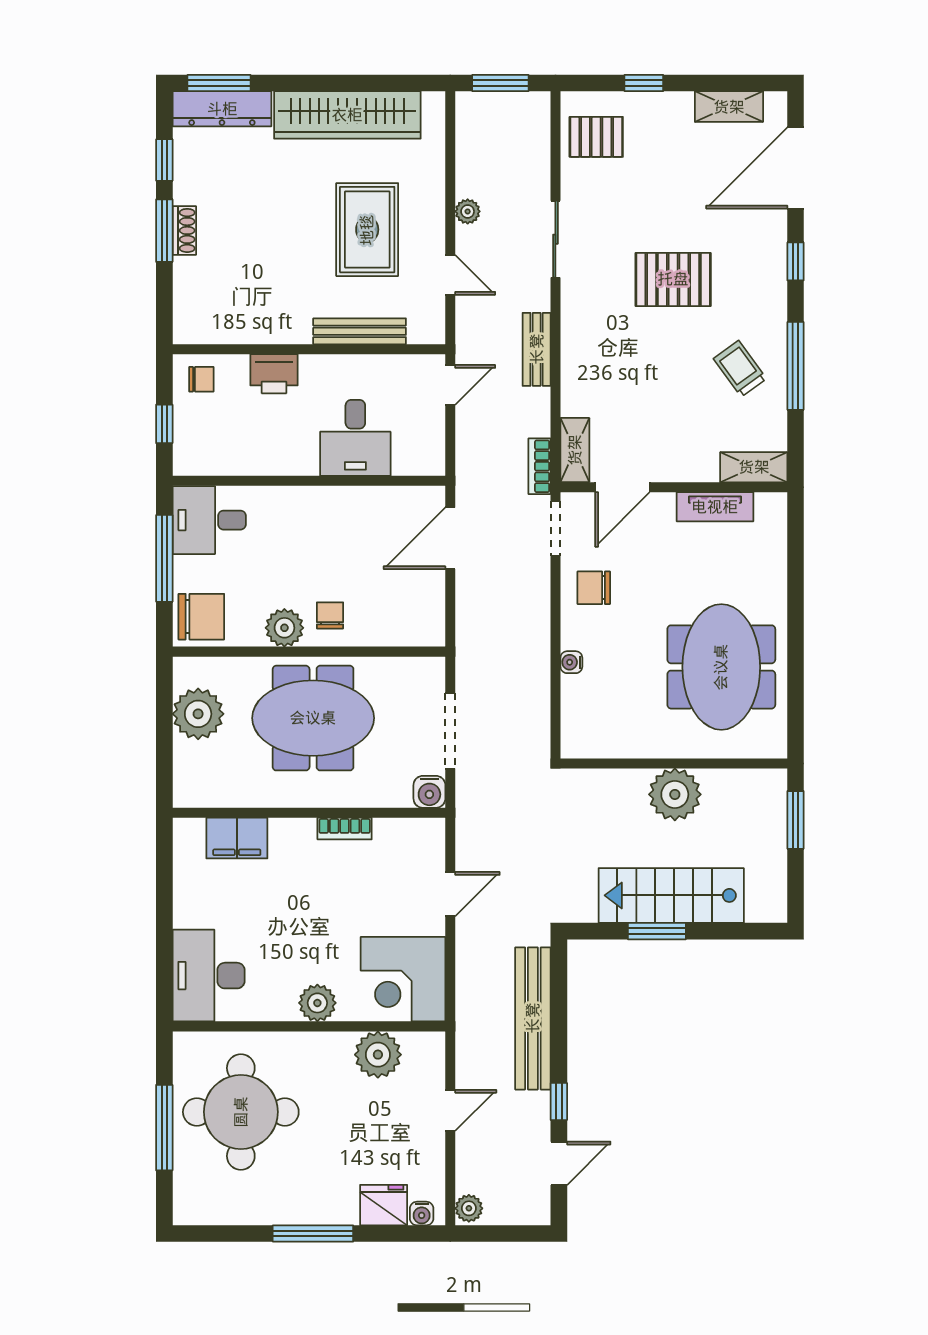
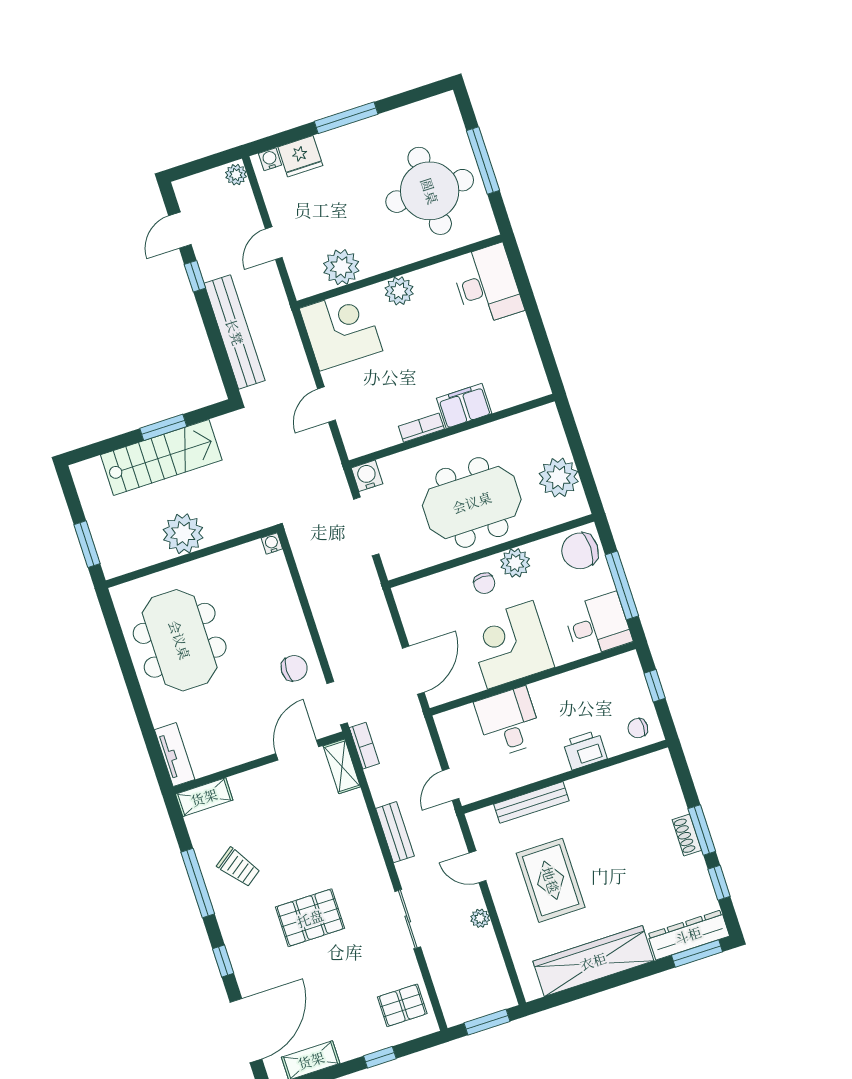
tv unit: (715, 507) -> (175, 755), moved, turned 90
corner desk: (323, 531) -> (510, 645), added
water cooler: (571, 662) -> (272, 543), moved, turned -90
filing cabinet: (237, 838) -> (464, 406), moved

